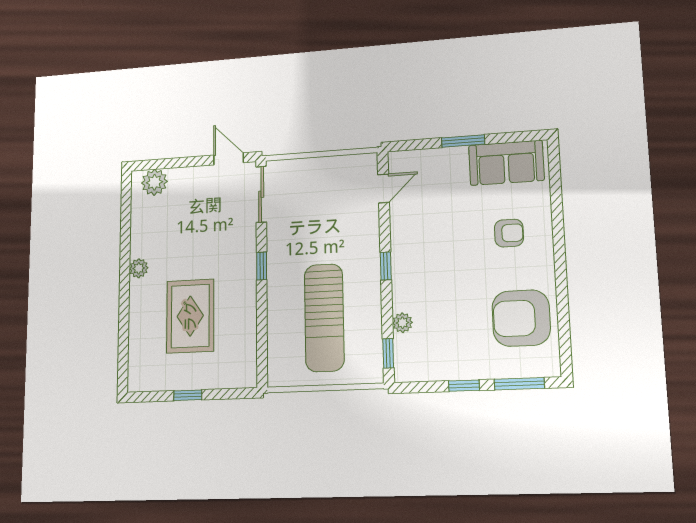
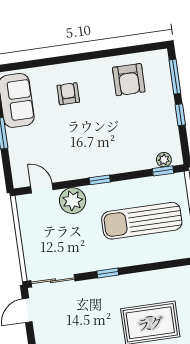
plant: (362, 228) -> (73, 201), added
sun lounger: (324, 318) -> (142, 221), turned 180
armchair: (521, 318) -> (129, 80), width x0.73, depth x0.73
plant: (402, 323) -> (164, 160), moved

